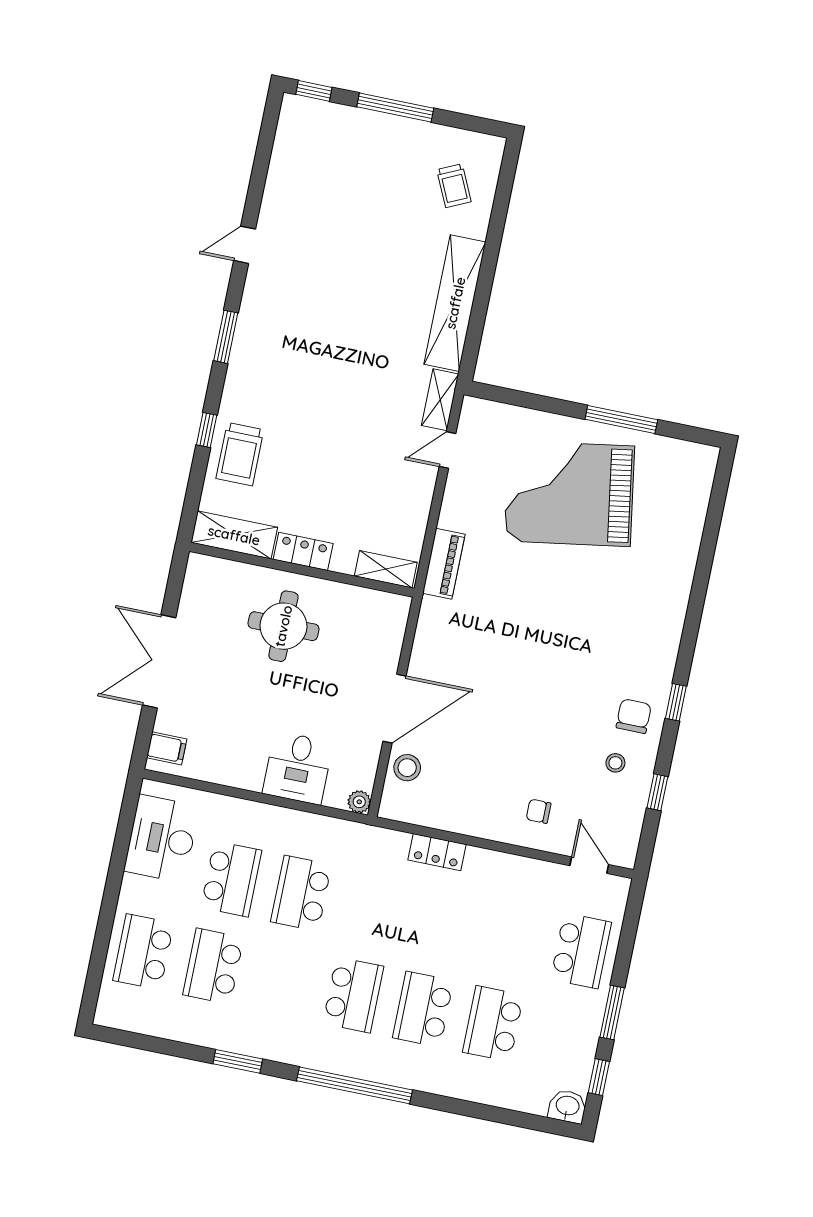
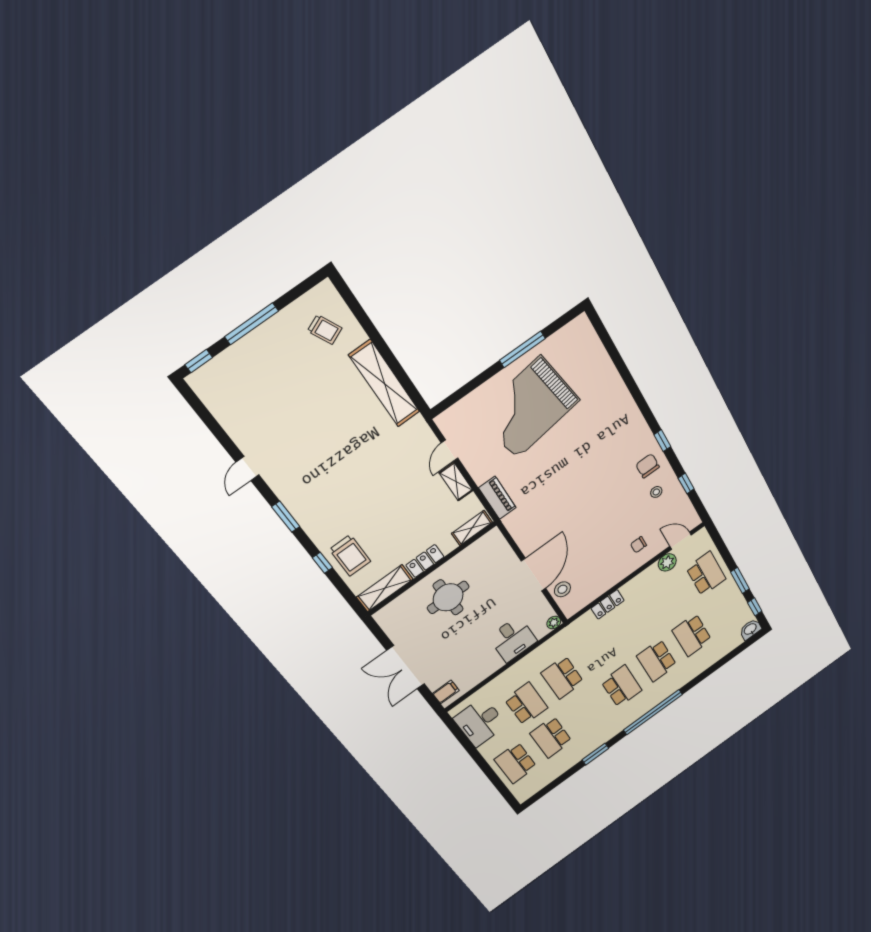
shelving: (440, 400) -> (456, 482), moved
plant: (550, 877) -> (667, 562), added

